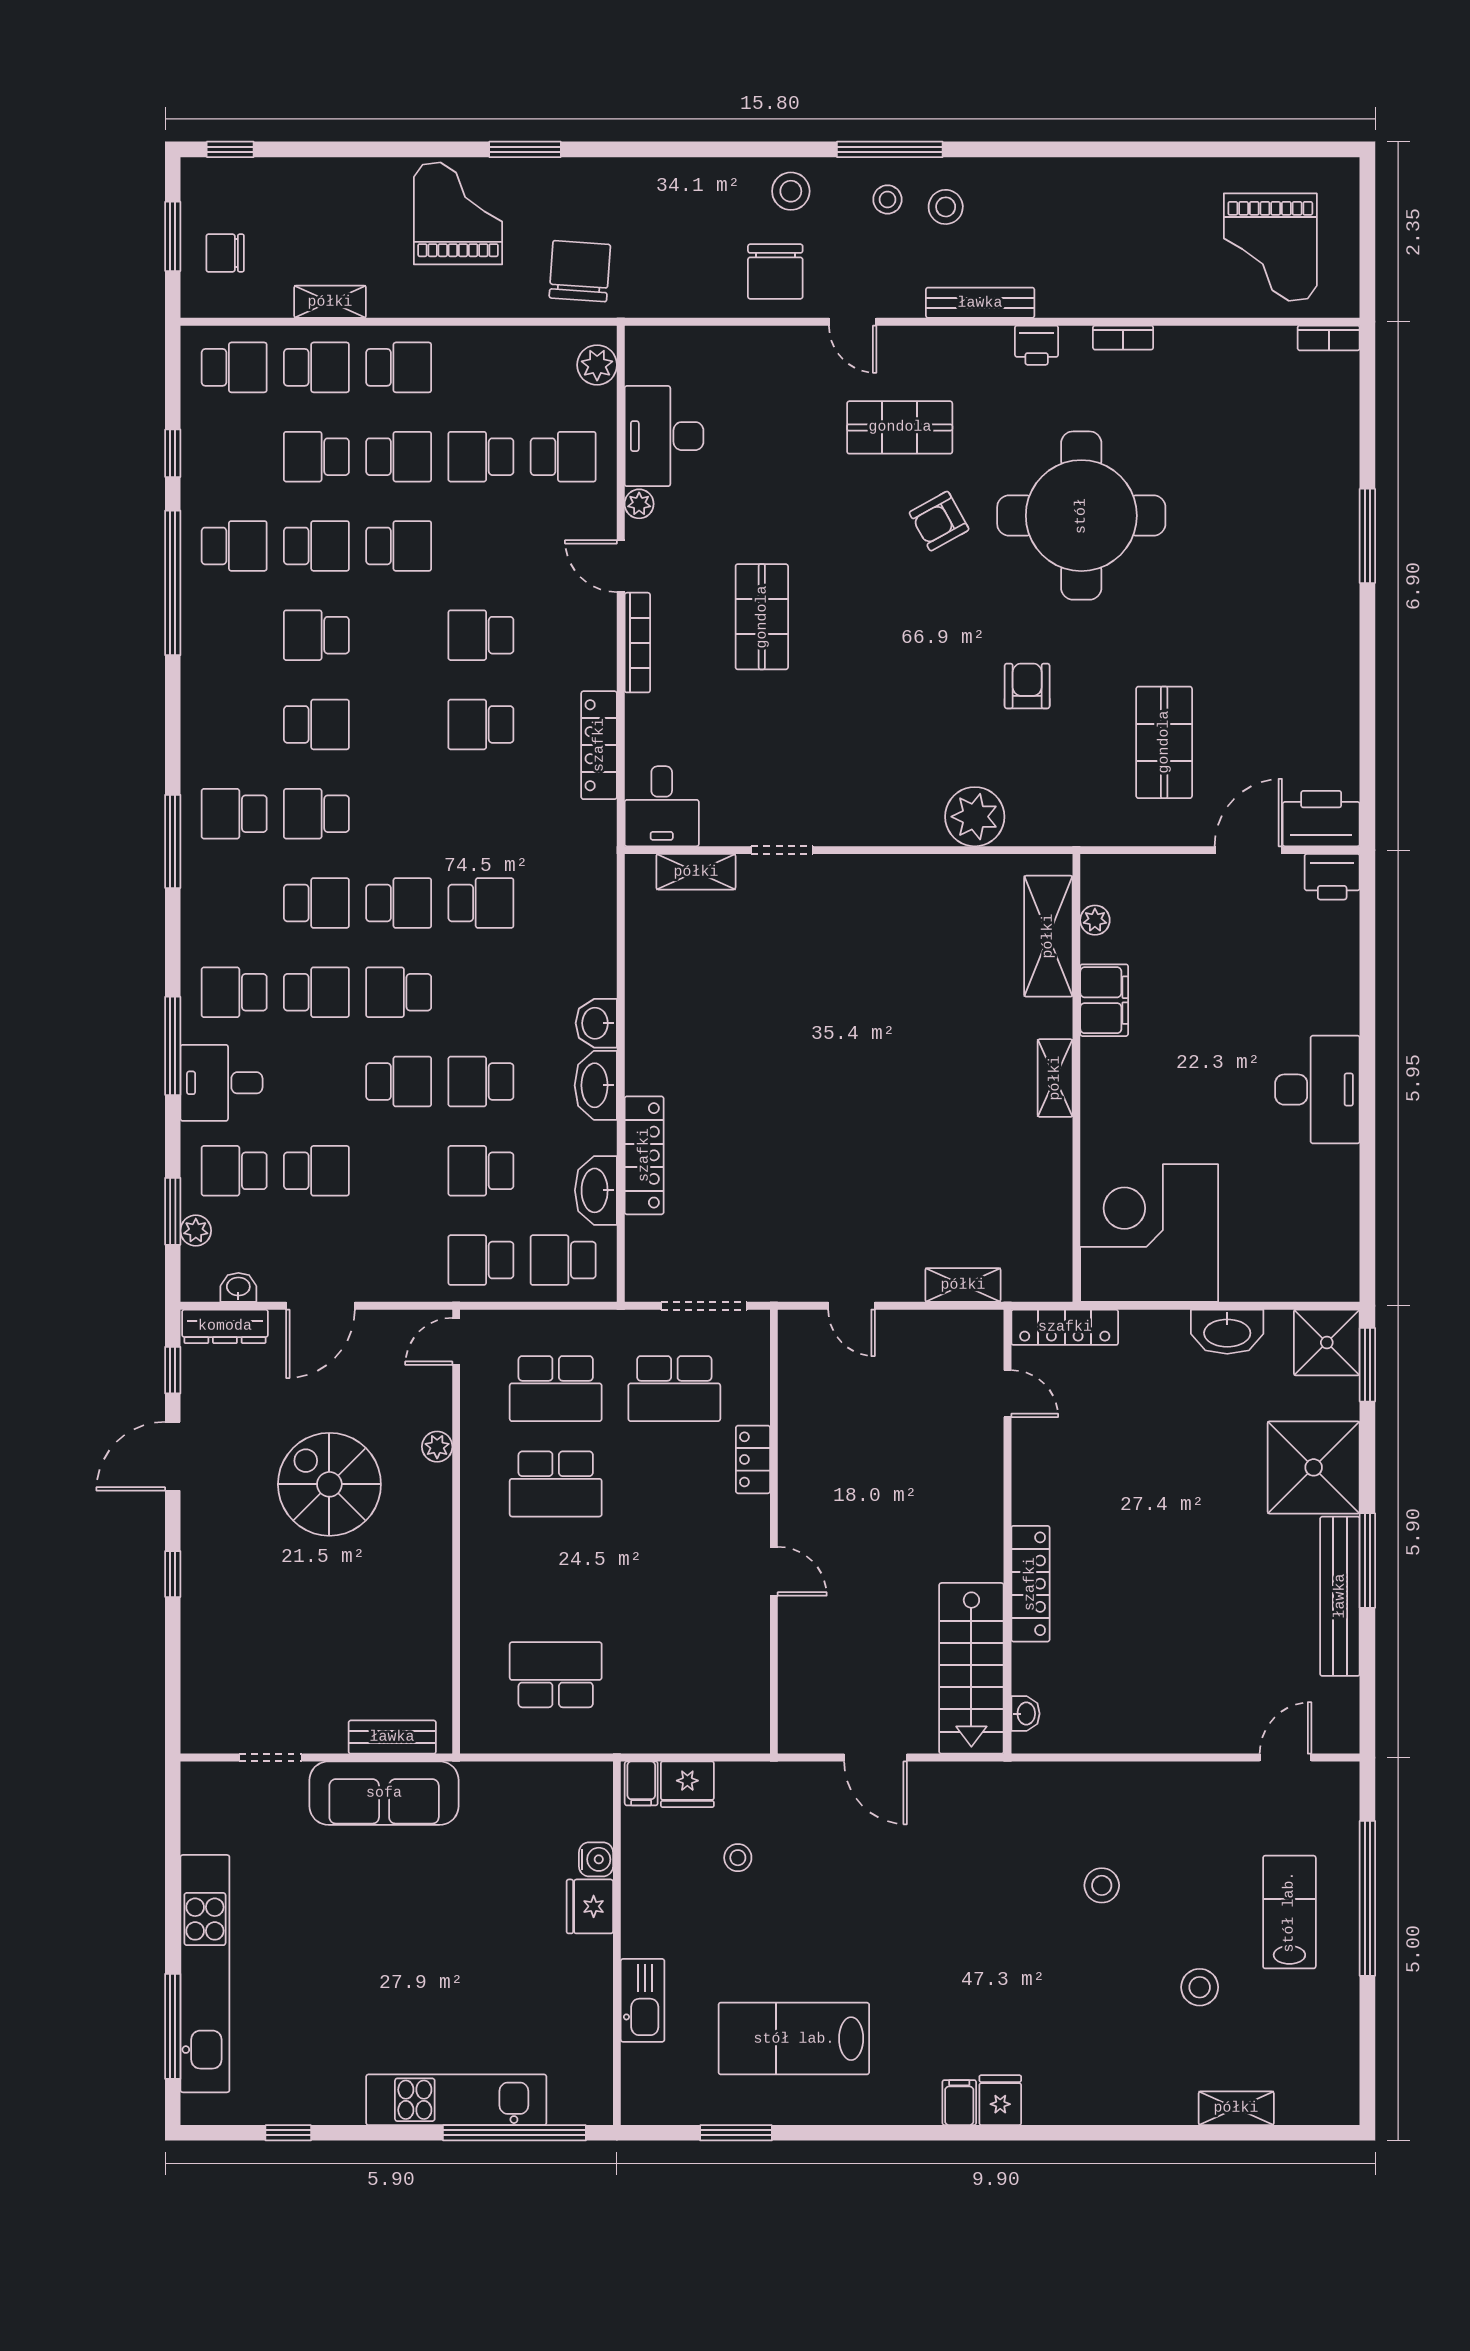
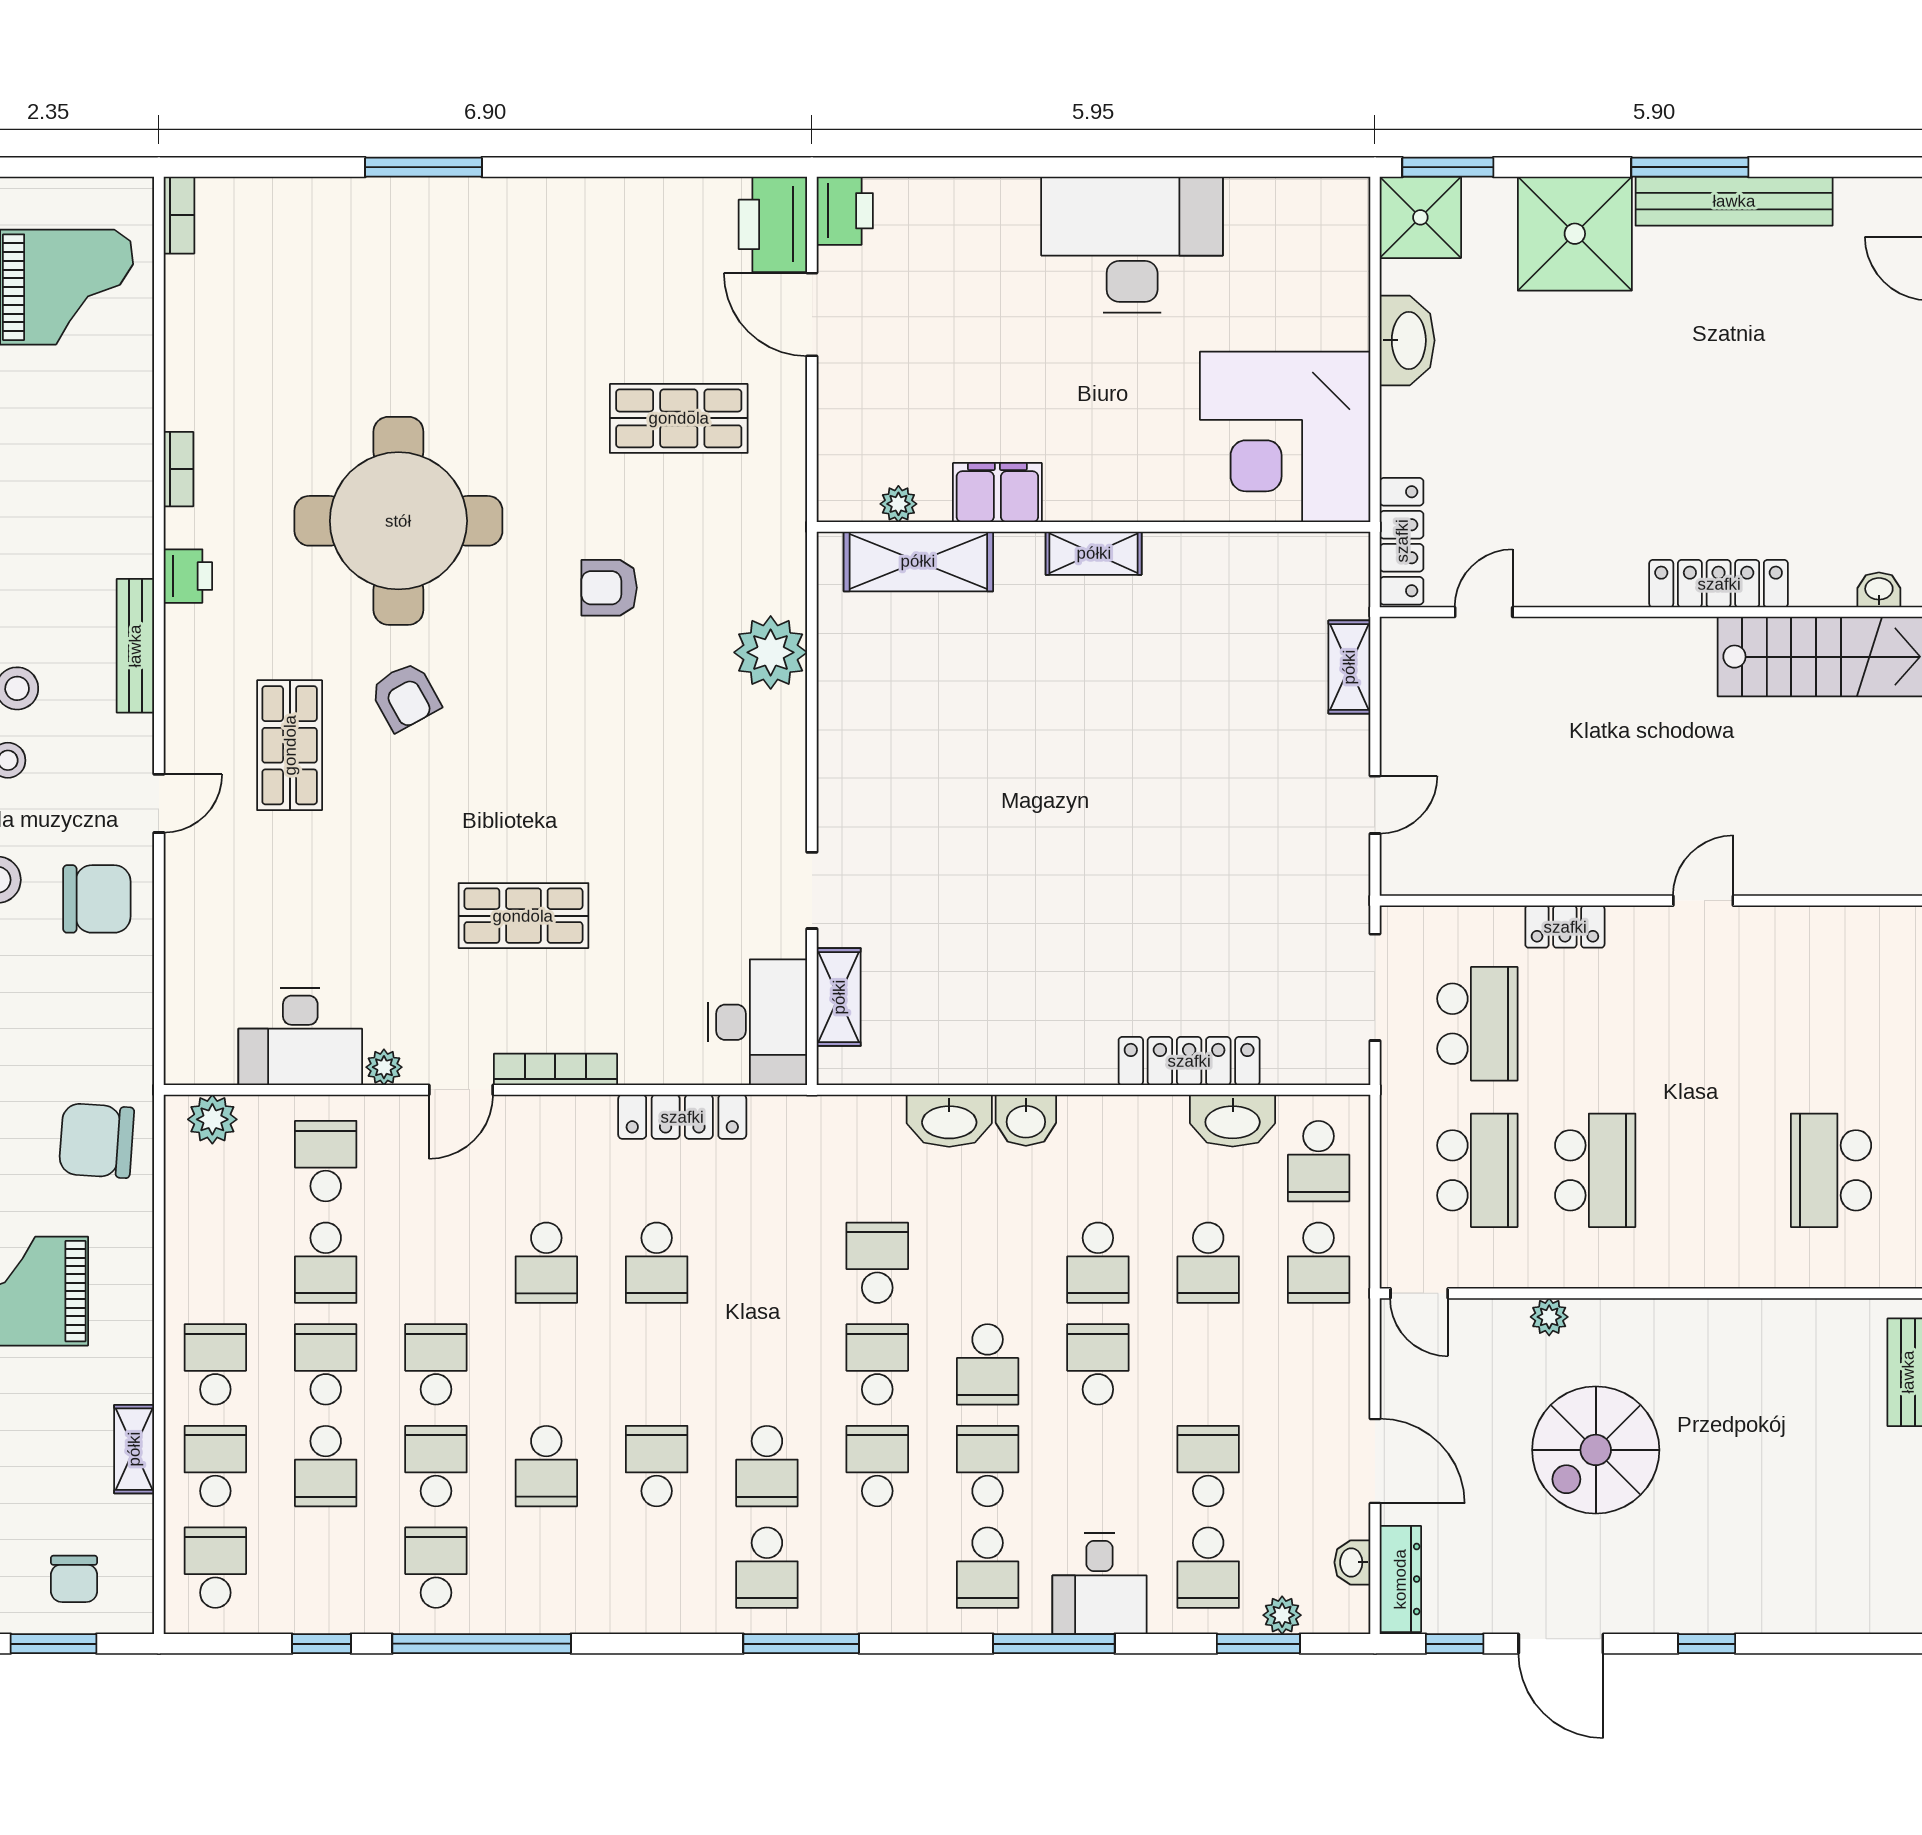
desk: (662, 806) -> (758, 1022), width x1.37
washbasin: (596, 1085) -> (949, 1121), moved
desk: (1317, 1090) -> (1132, 245), width x1.36, depth x1.30

